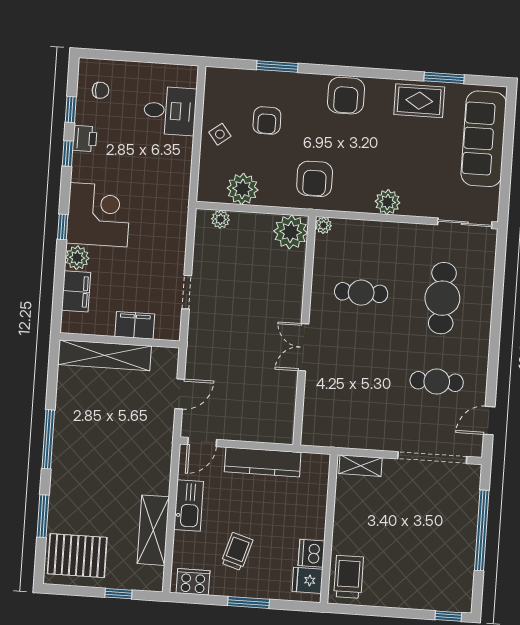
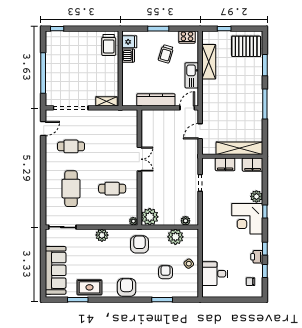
filing cabinet: (76, 291) -> (253, 165), moved, turned -90

